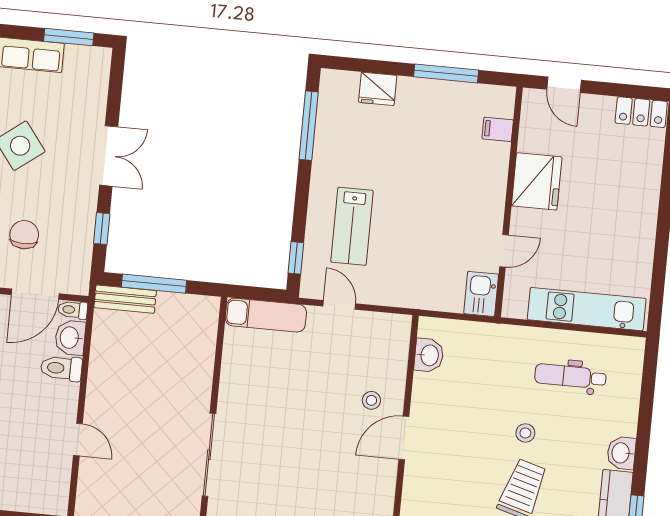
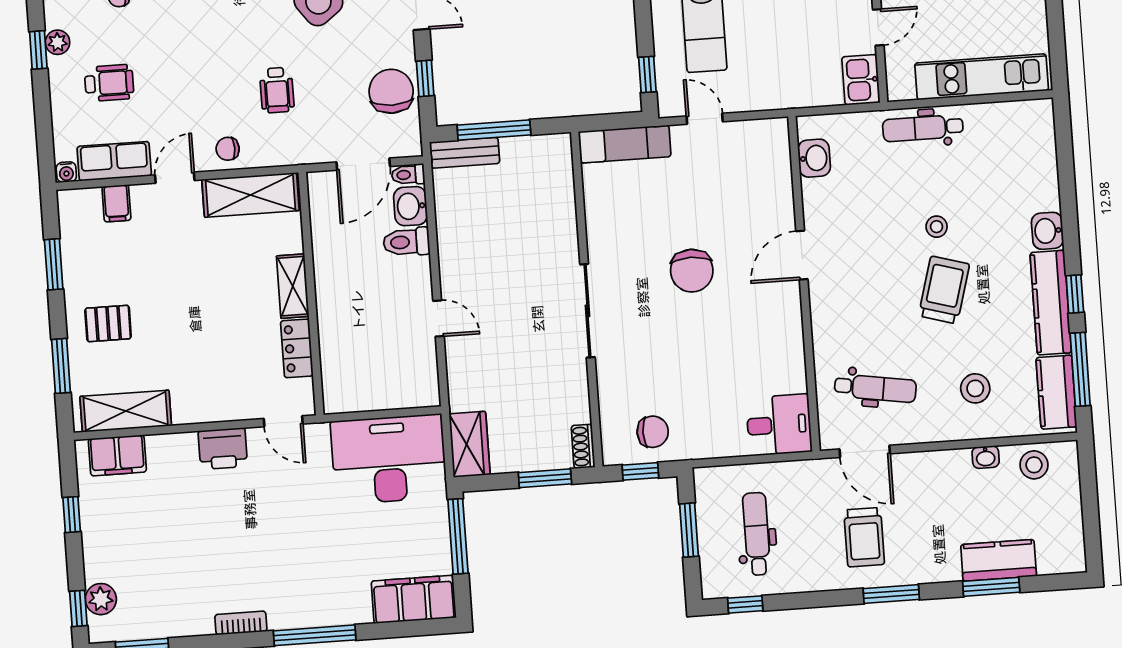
chair: (24, 235) -> (391, 91), moved, width x1.37, depth x1.37
dental chair: (570, 376) -> (923, 128), moved
stool: (371, 400) -> (759, 219), removed
chair: (306, 435) -> (692, 271), added

